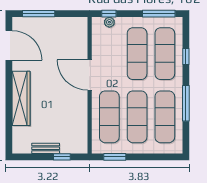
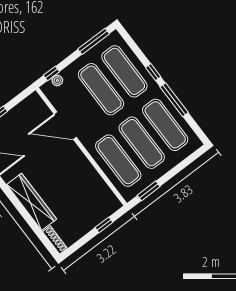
window: (186, 56) -> (153, 72), moved
door: (90, 75) -> (65, 126), moved
shoe rack: (17, 140) -> (55, 240), added
bench: (46, 148) -> (85, 228), removed

